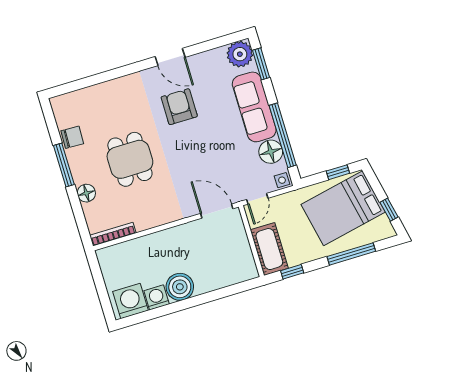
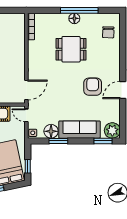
armchair: (179, 107) -> (93, 87), turned -90
window: (283, 135) -> (58, 141), width x0.47
chair: (72, 137) -> (108, 32), moved
window: (64, 165) -> (79, 10), width x1.46
floor lamp: (86, 193) -> (74, 18), moved

